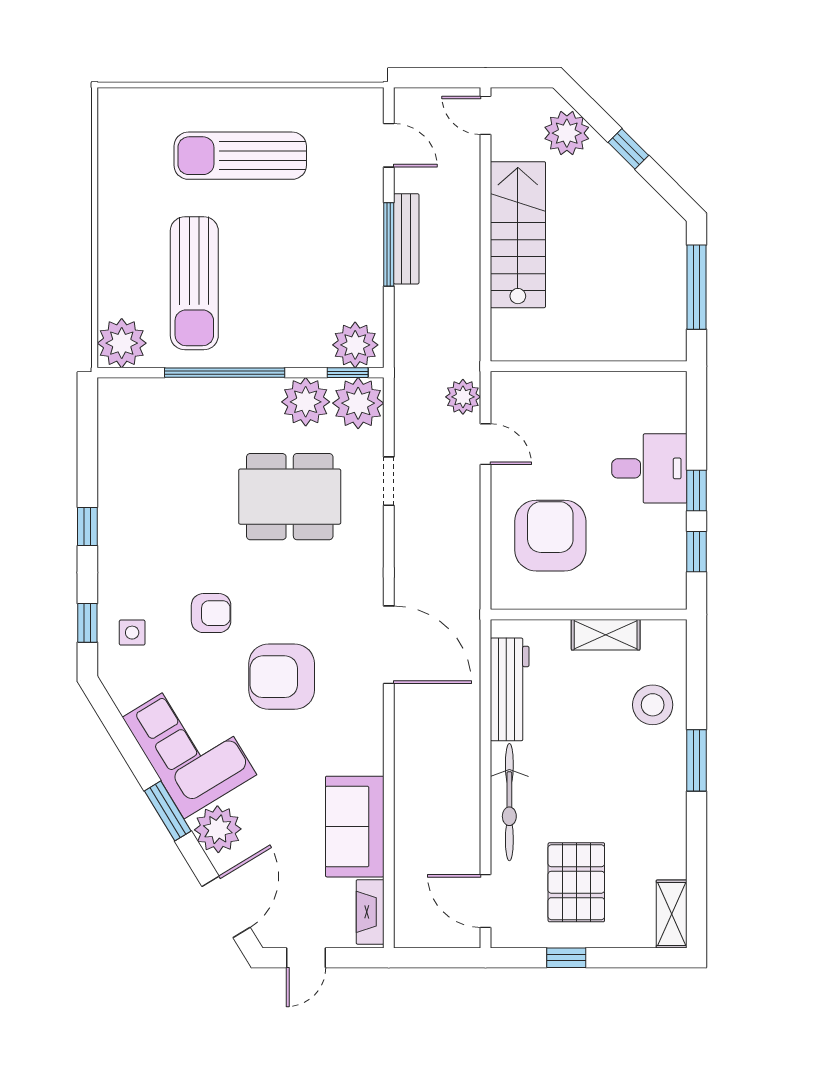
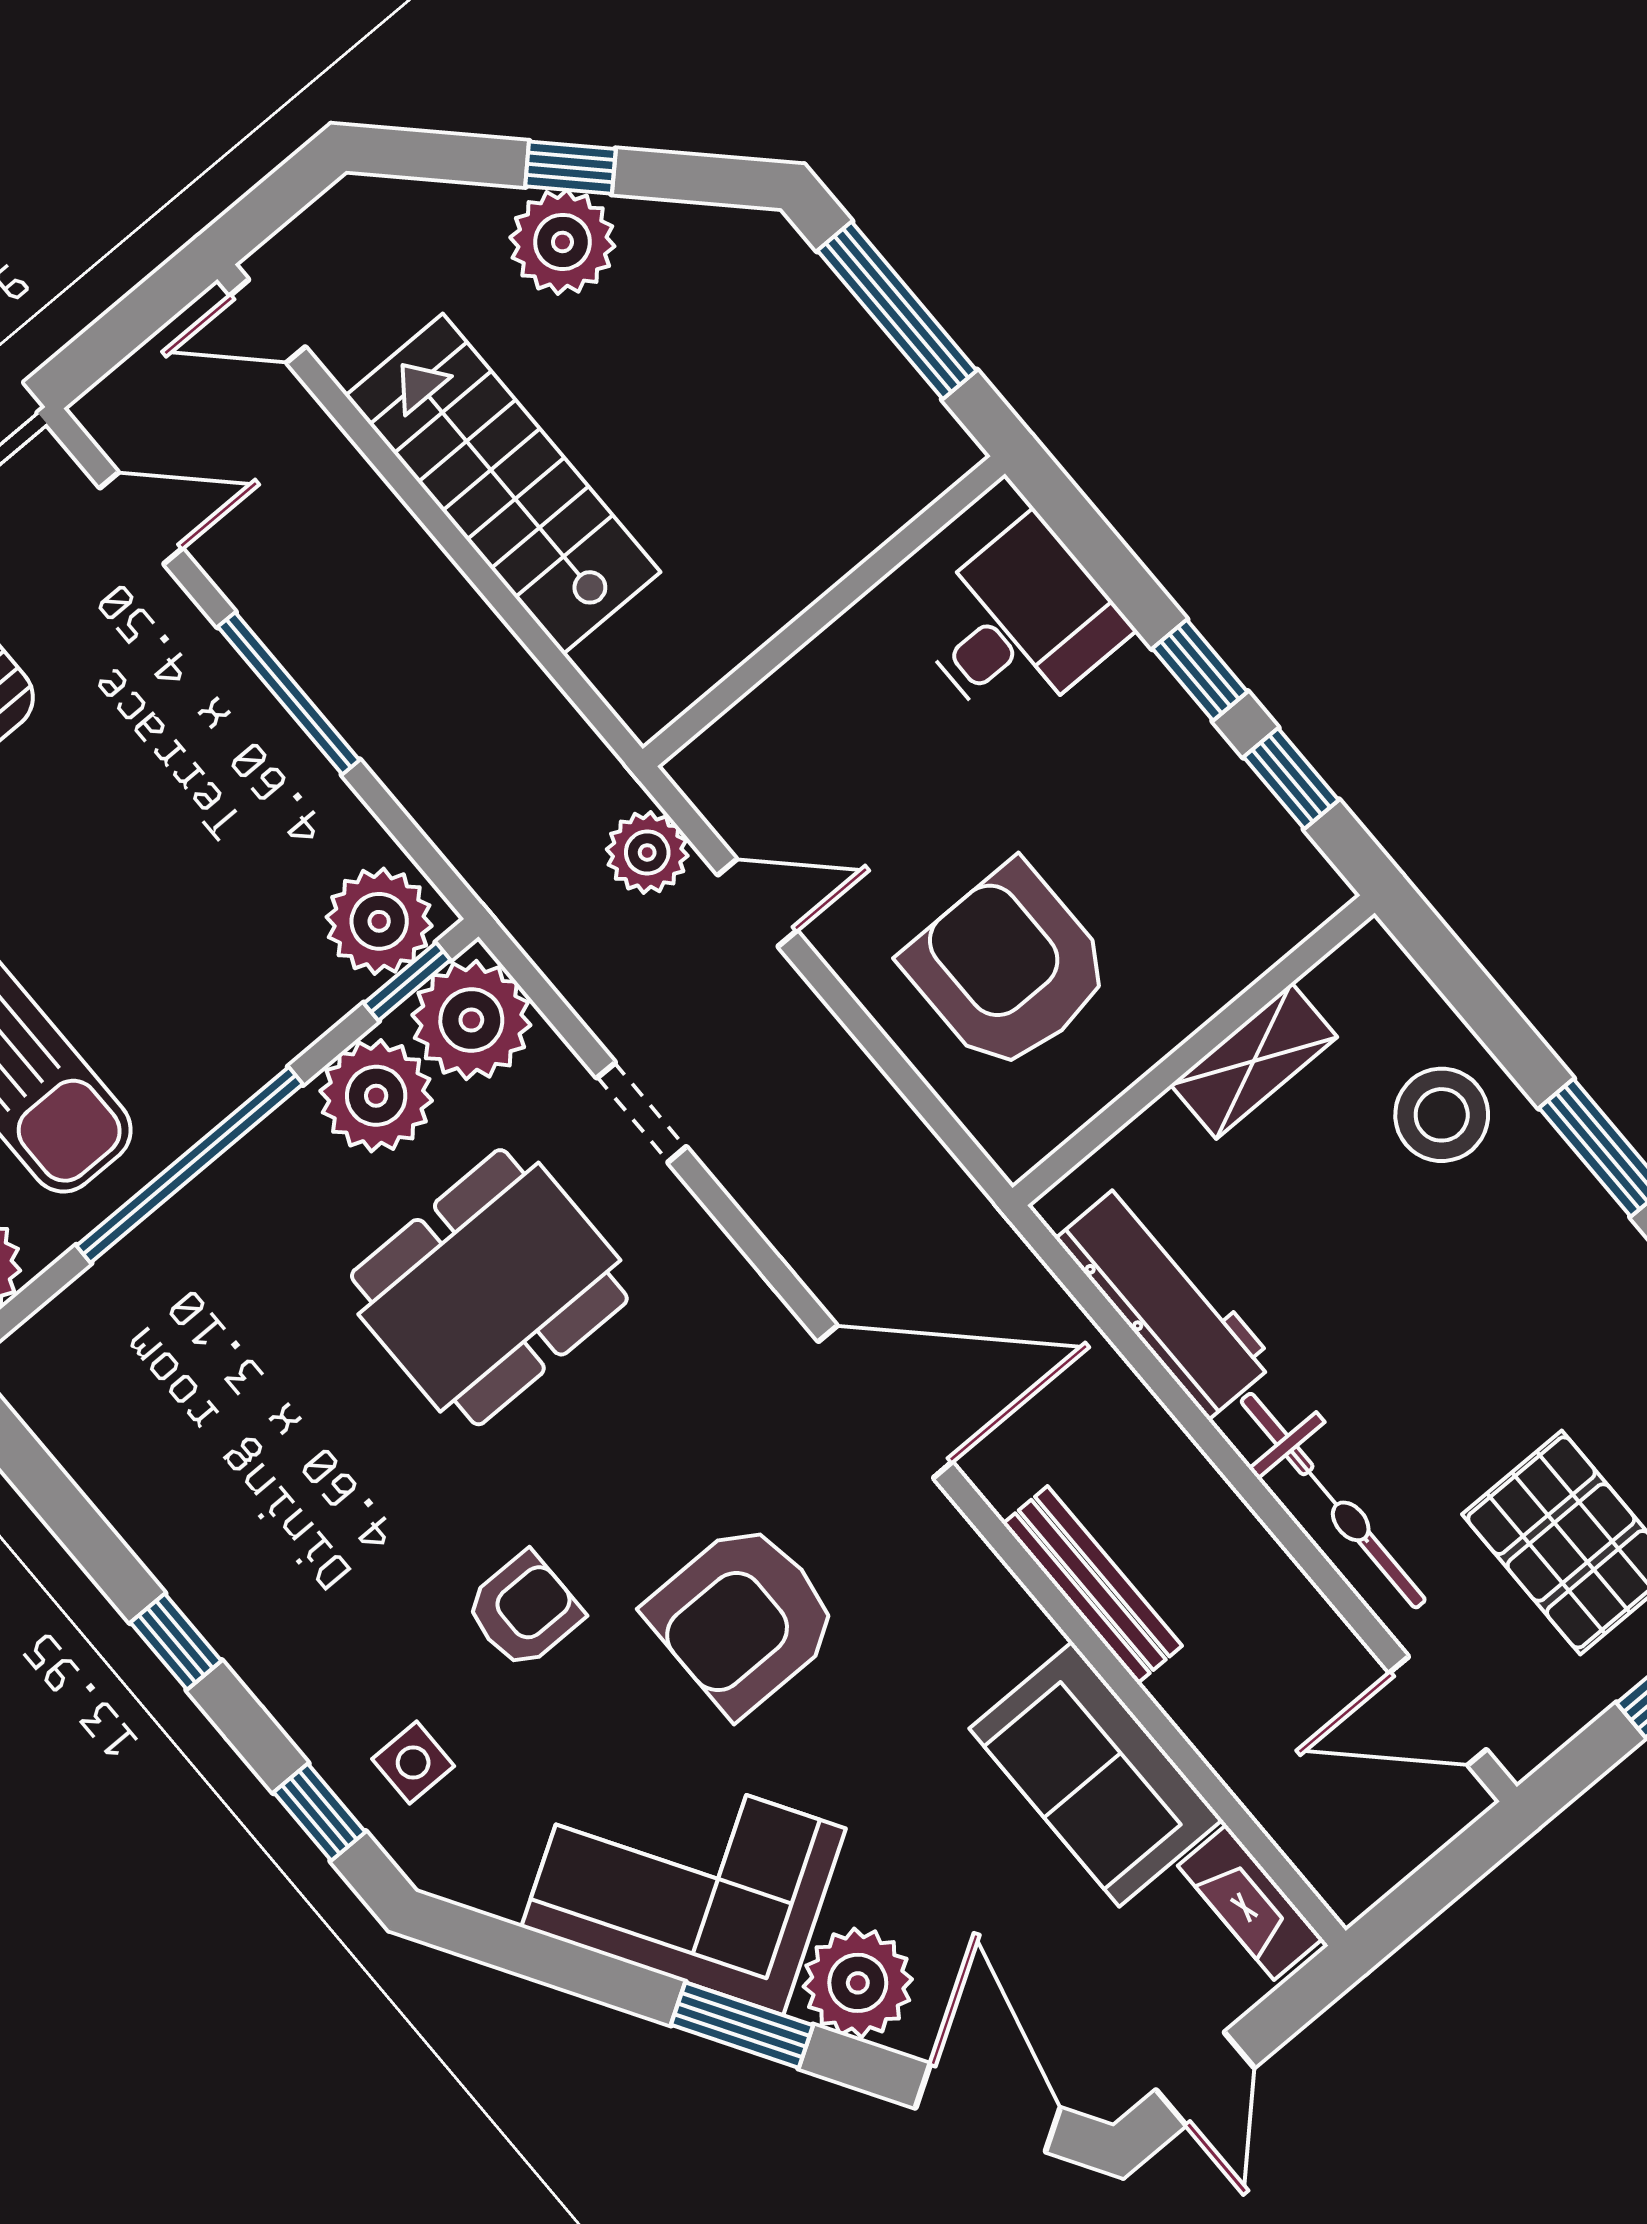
plant: (567, 133) -> (562, 242), moved
bench: (406, 239) -> (1092, 1585), moved
desk: (649, 468) -> (1019, 625), moved

